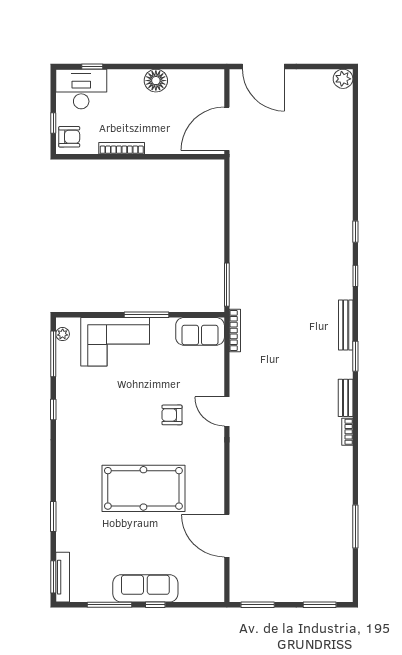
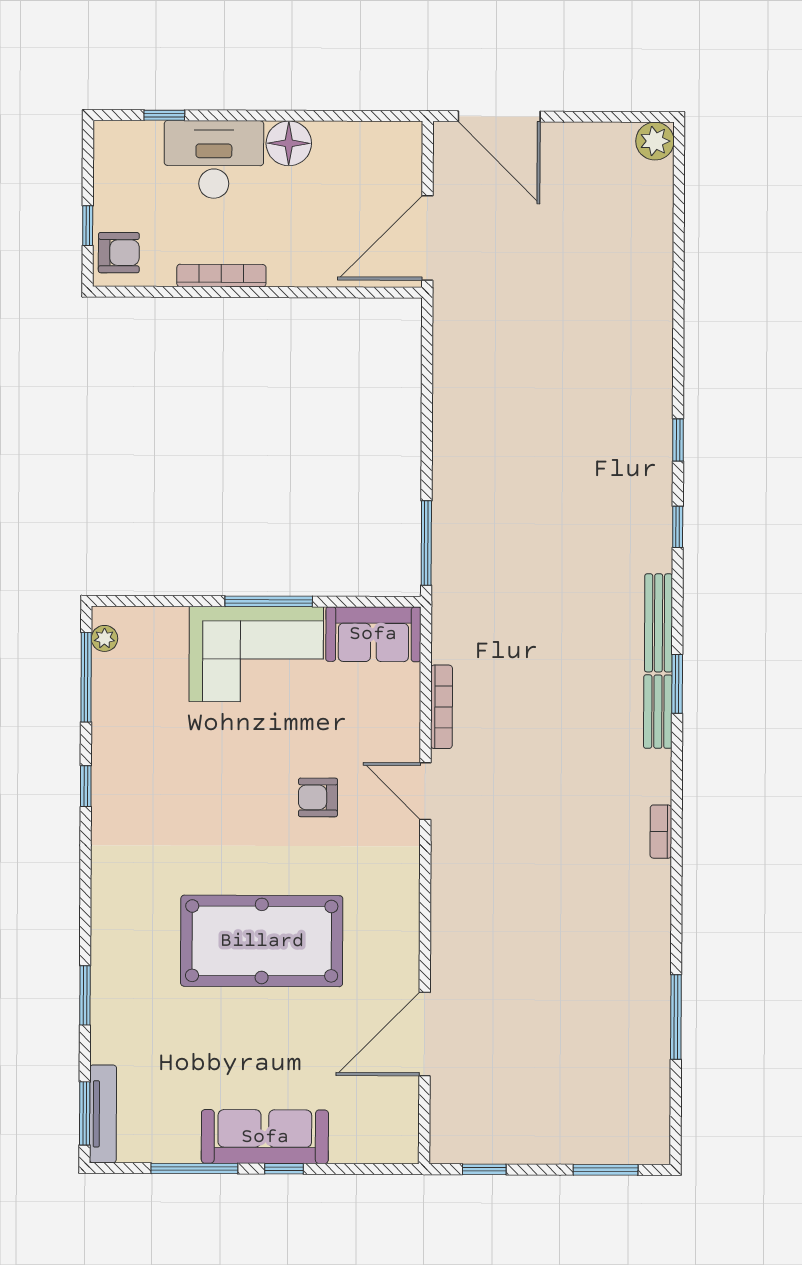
desk: (81, 89) -> (214, 159), moved
bookcase: (235, 330) -> (442, 707), moved
corner sofa: (115, 342) -> (256, 654), moved
bench: (346, 398) -> (658, 712), moved
door: (227, 536) -> (425, 1034), hinge flipped
window: (258, 605) -> (484, 1169), width x0.67

